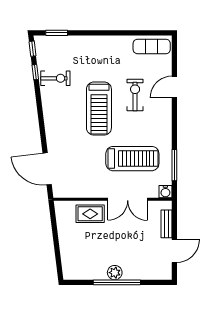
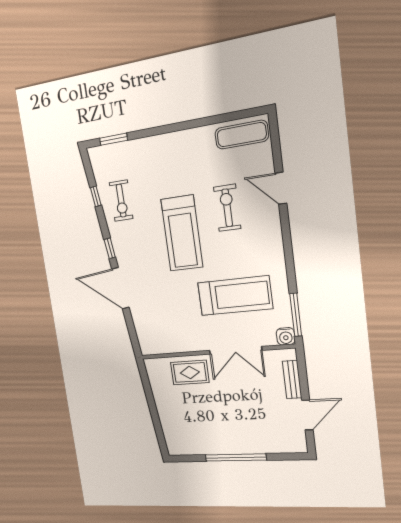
window: (32, 49) -> (110, 248), moved
exercise bike: (55, 78) -> (121, 201), turned 90
door: (174, 87) -> (281, 188), hinge flipped
window: (174, 165) -> (296, 315), moved
door: (47, 169) -> (120, 288), moved
plant: (115, 273) -> (231, 445), removed

